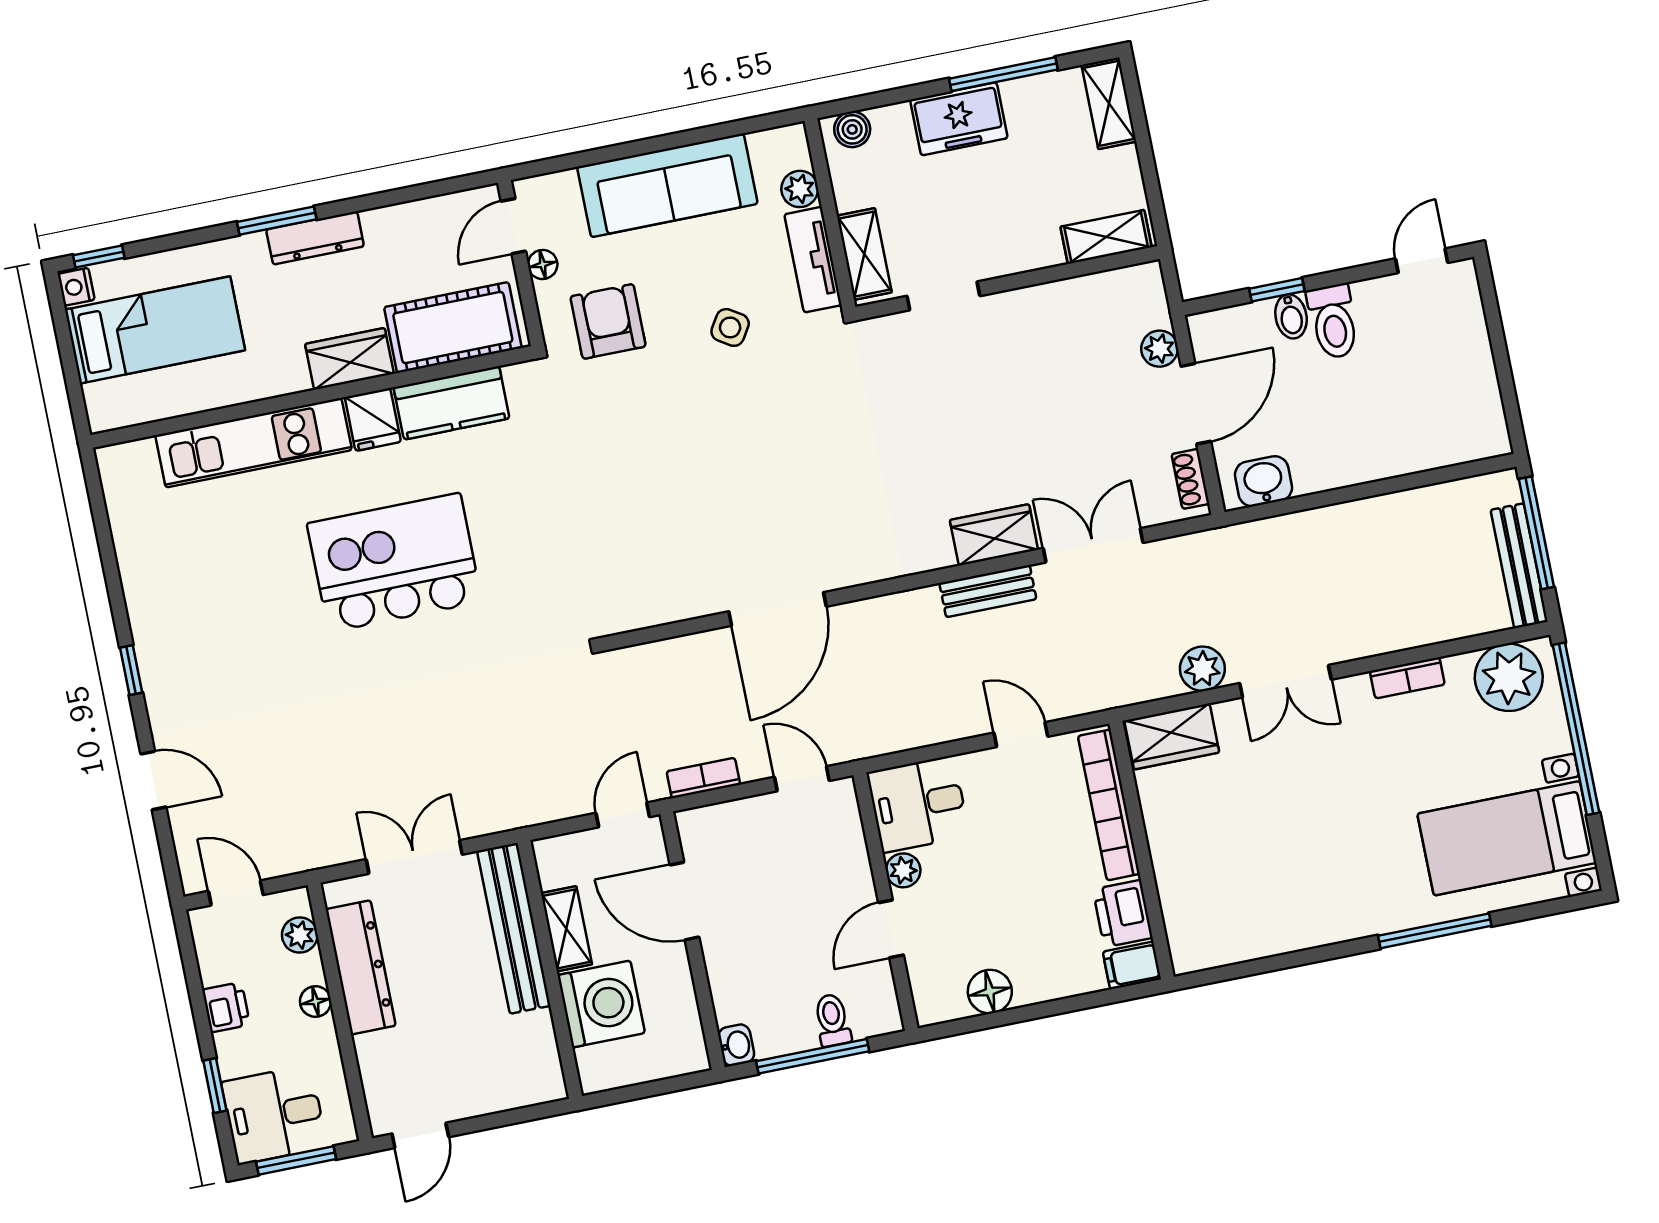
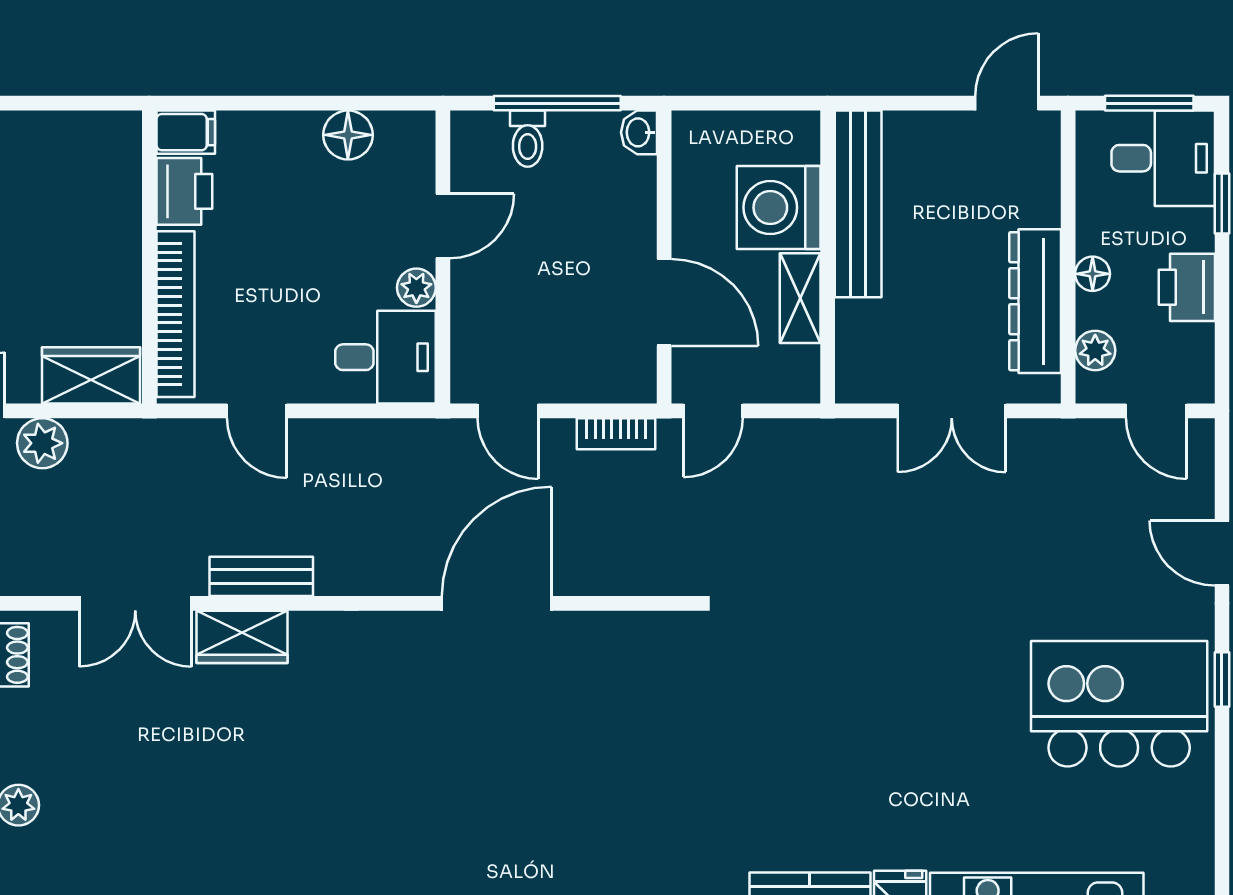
kitchen island: (394, 563) -> (1119, 704), moved, turned 180
bench: (514, 928) -> (858, 204), moved
printer: (226, 1007) -> (1187, 287), width x1.36, depth x1.24

